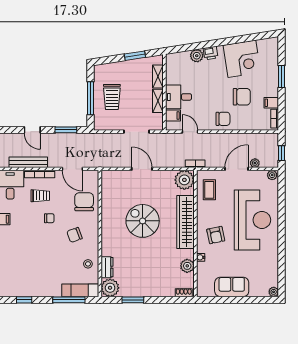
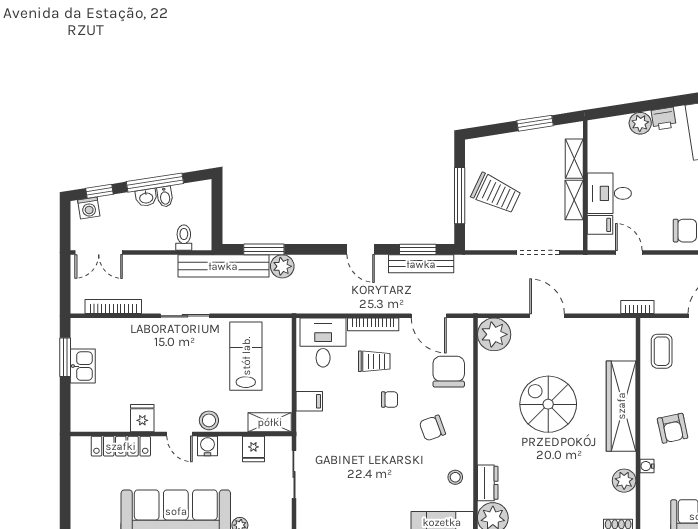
trolley: (112, 97) -> (496, 193), turned -65
bench: (28, 162) -> (421, 264), moved
plant: (184, 180) -> (494, 334), moved

